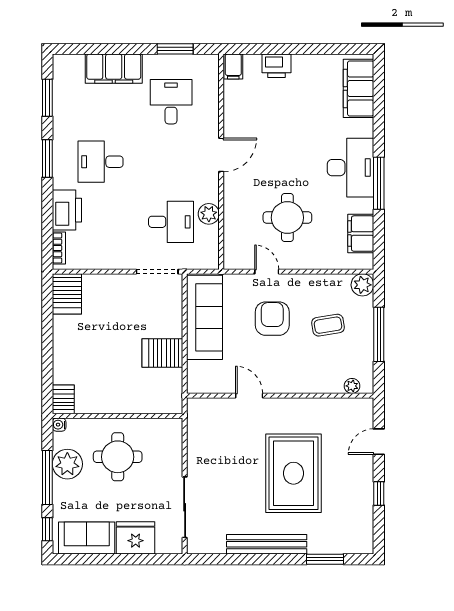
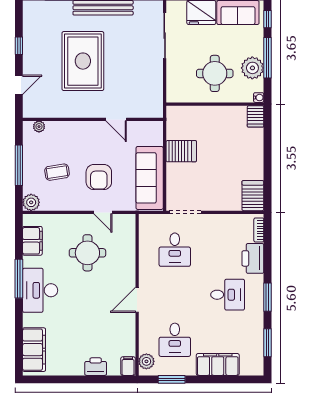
plant: (209, 214) -> (146, 361), moved
desk: (171, 222) -> (175, 250), turned -90

